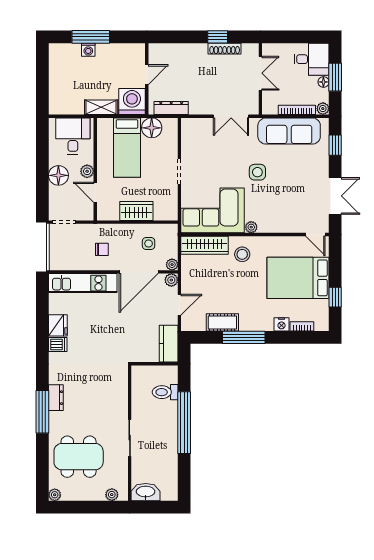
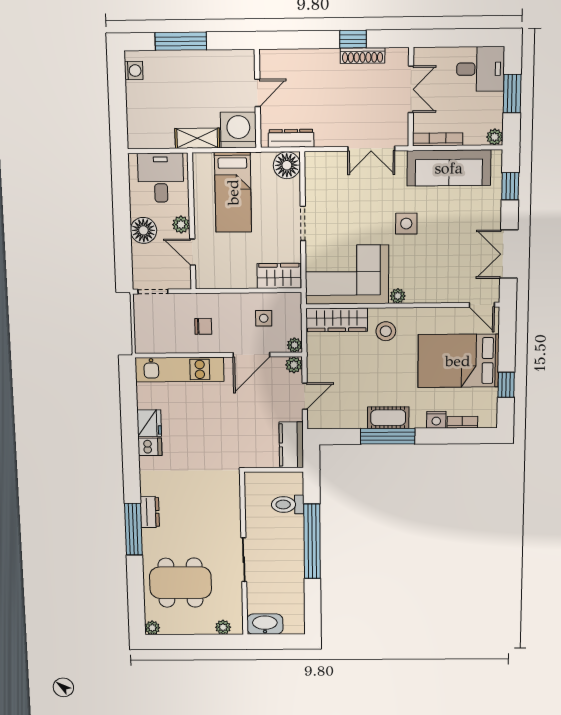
washing machine: (88, 50) -> (134, 71), moved, turned -90
floor lamp: (323, 82) -> (496, 100), removed
bookcase: (297, 110) -> (438, 139), moved
floor lamp: (152, 128) -> (287, 165), moved
double door: (335, 196) -> (509, 254), swing flipped
wardrobe: (136, 211) -> (279, 276), moved
door: (139, 272) -> (251, 355), width x0.73
cot: (222, 322) -> (388, 418), moved

